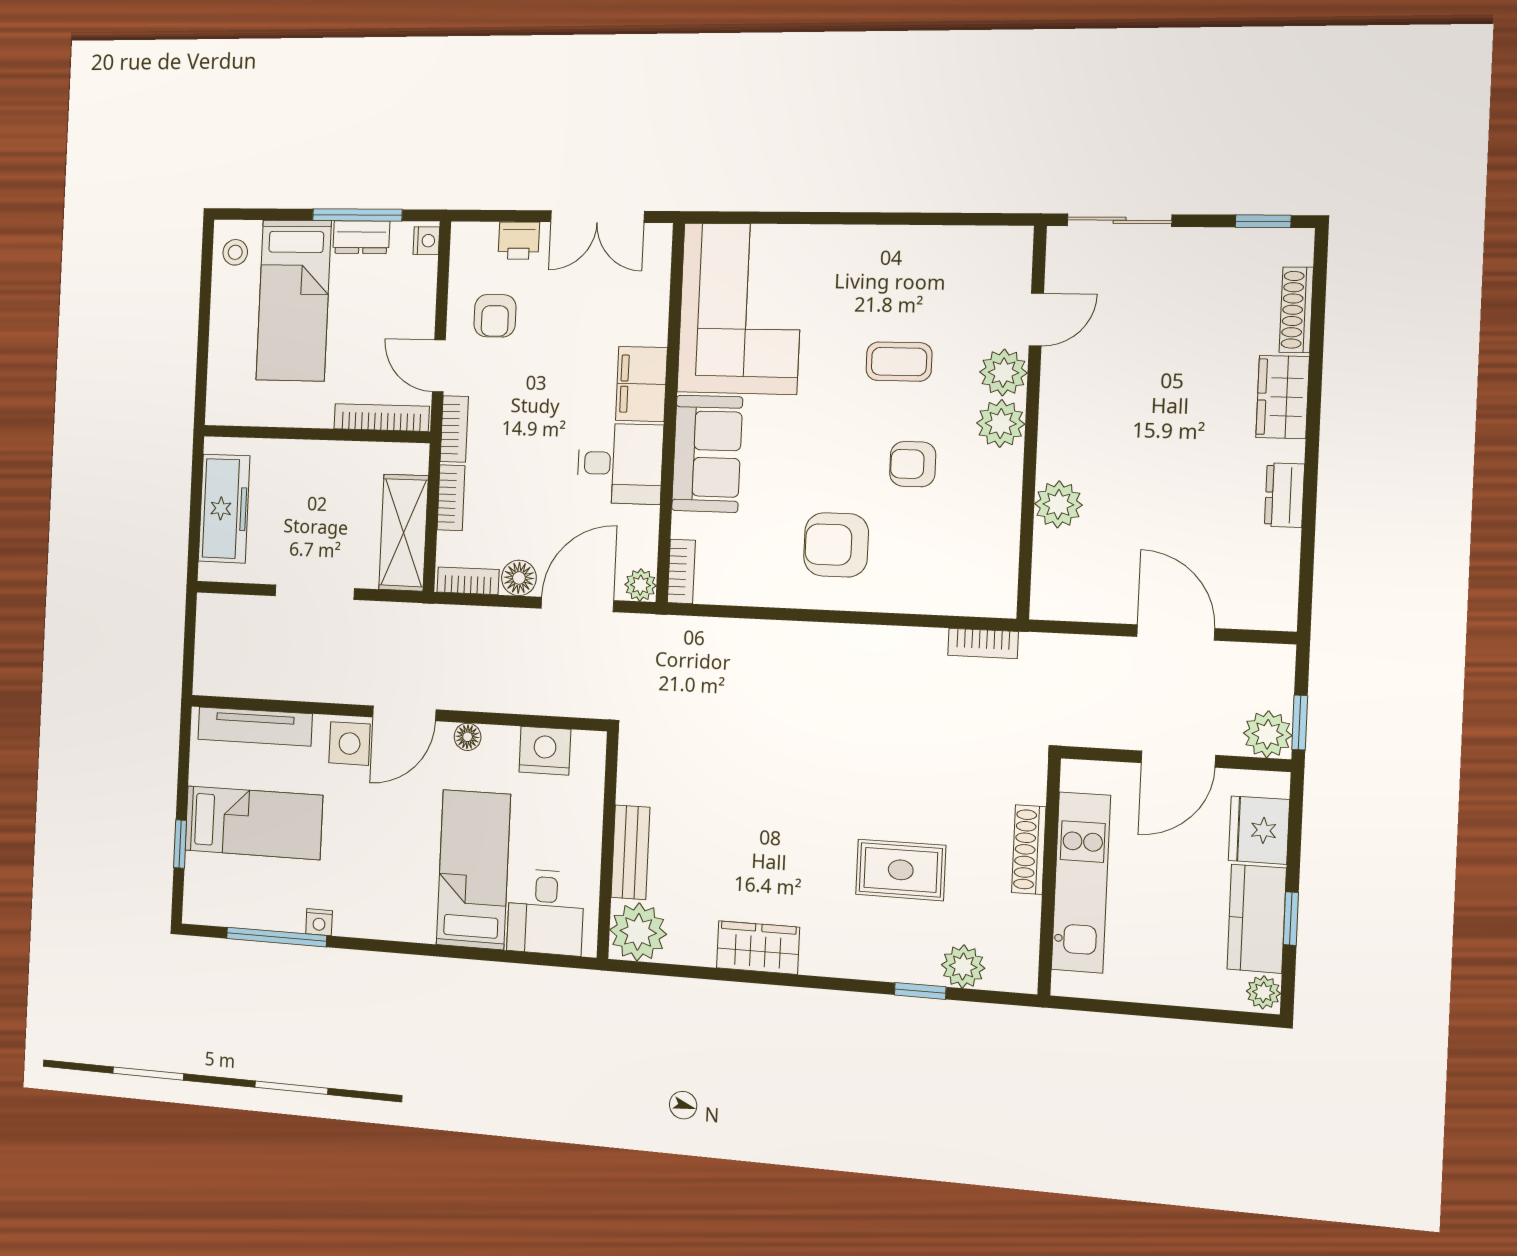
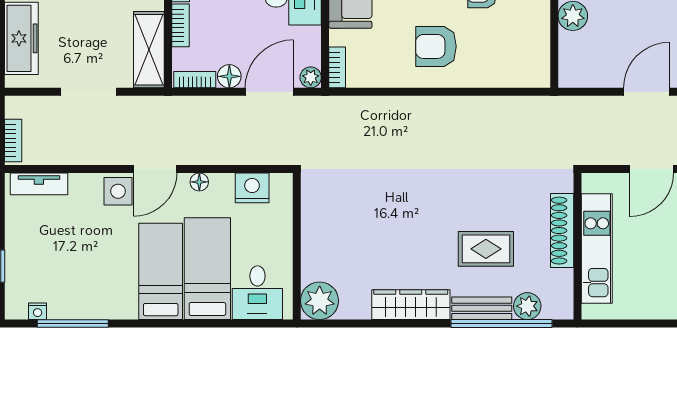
door: (1176, 633) -> (647, 92), hinge flipped
bookcase: (983, 643) -> (13, 141), moved, turned -90
tv unit: (255, 727) -> (39, 184), width x0.71
bed: (254, 823) -> (161, 271), moved, turned -90
shoe rack: (1029, 850) -> (562, 231), width x1.36, depth x1.24
bench: (630, 852) -> (482, 308), moved, turned 90
nightstand: (319, 922) -> (38, 311), moved
wardrobe: (758, 948) -> (411, 305), width x1.50
window: (920, 991) -> (501, 324), width x3.17

